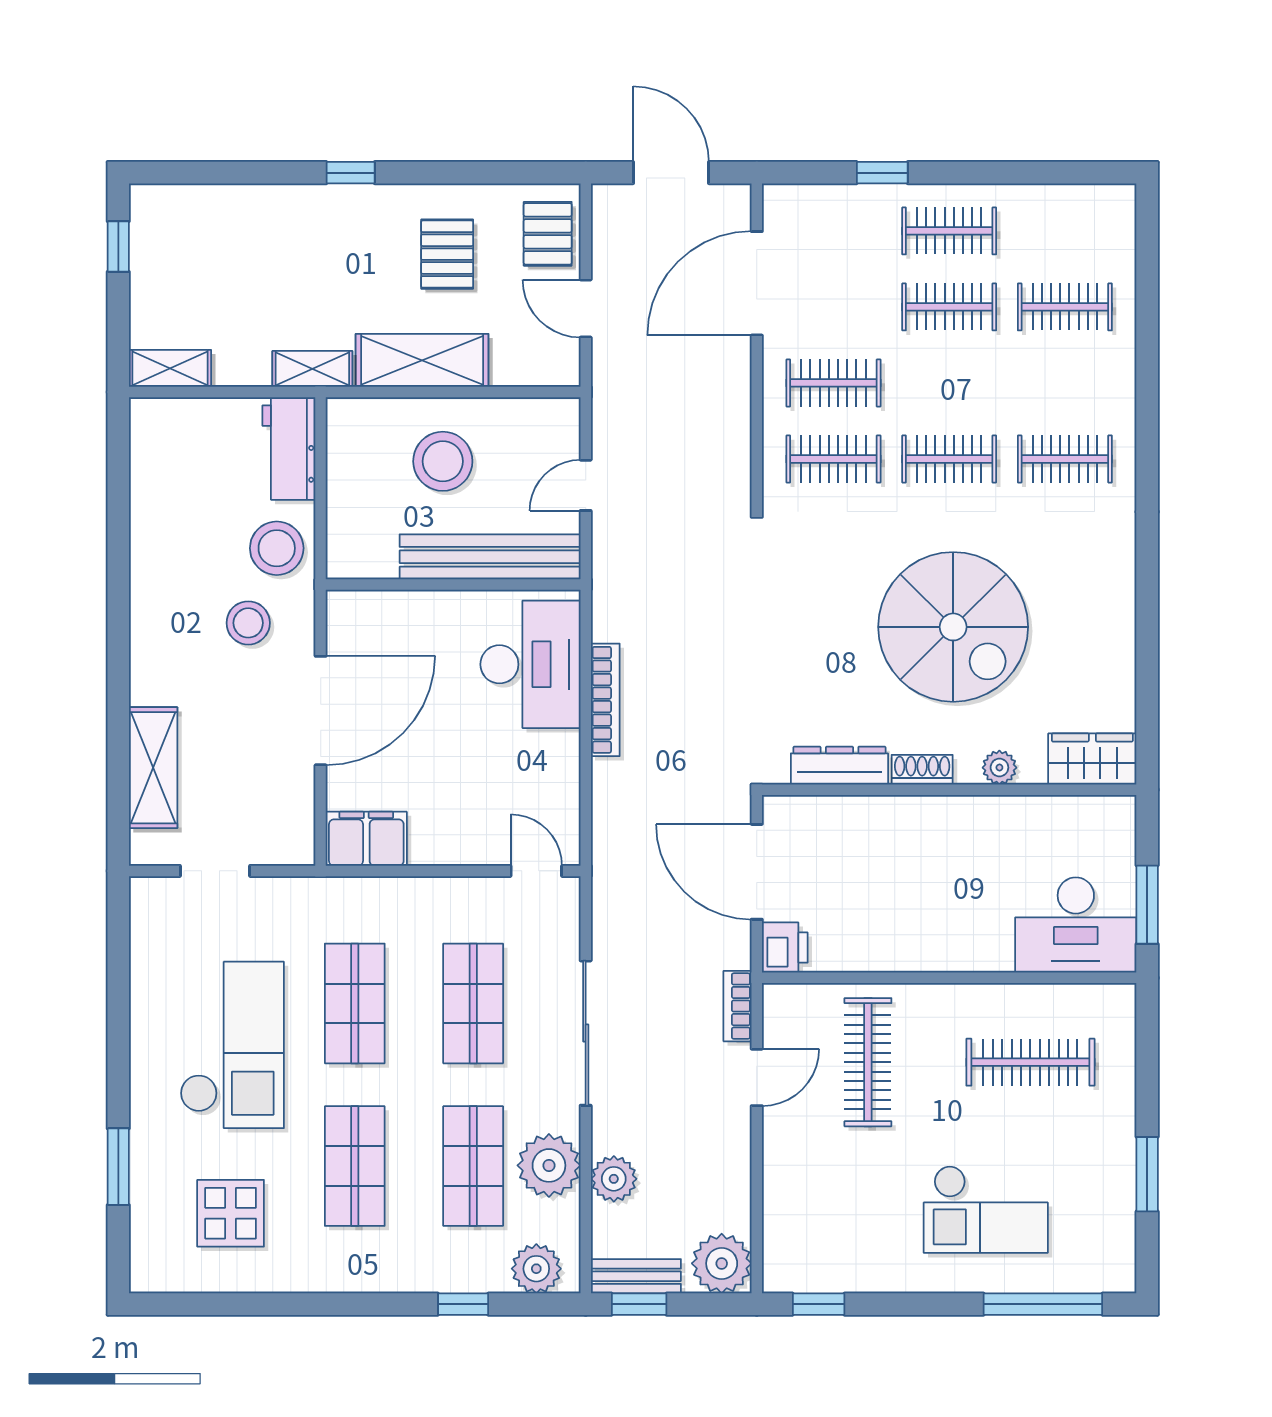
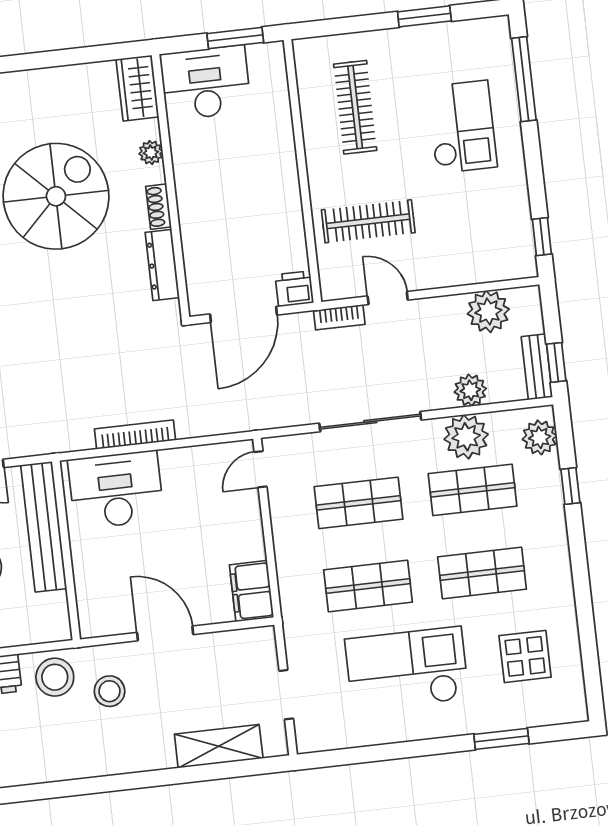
door: (321, 711) -> (165, 633), width x0.73
desk: (1076, 925) -> (206, 83), moved, turned -90
plant: (722, 1263) -> (488, 312), moved

